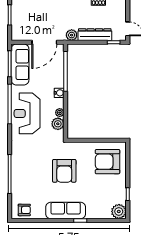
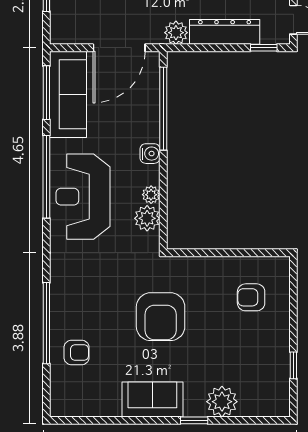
armchair: (108, 162) -> (251, 297), width x0.53, depth x0.53
armchair: (24, 210) -> (77, 353), moved
sofa: (66, 210) -> (152, 399), width x0.73
plant: (119, 211) -> (222, 402), moved

